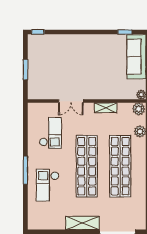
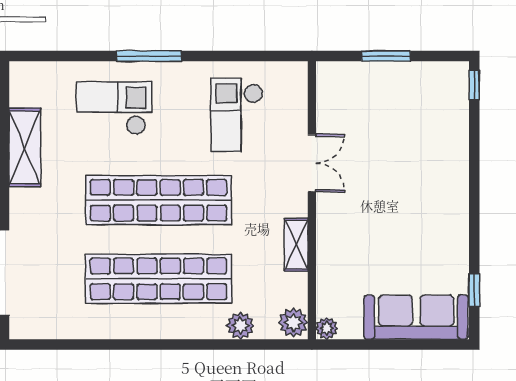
double door: (71, 101) -> (312, 163), swing flipped
checkout: (50, 133) -> (237, 115), turned 90
shelving: (82, 223) -> (25, 147), moved

